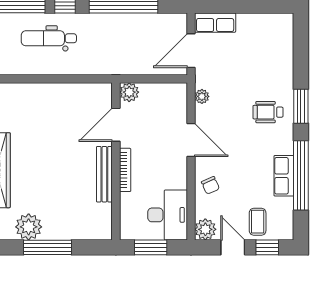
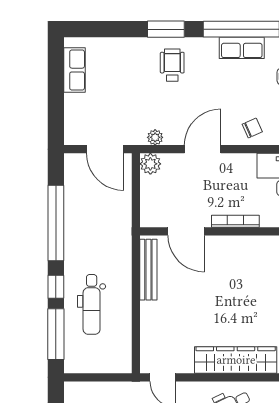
row of seats: (215, 23) -> (75, 70), moved
plant: (129, 92) -> (150, 164), moved
wheelchair: (268, 112) -> (172, 65), turned 180
bench: (104, 174) -> (148, 270), moved, turned 90

